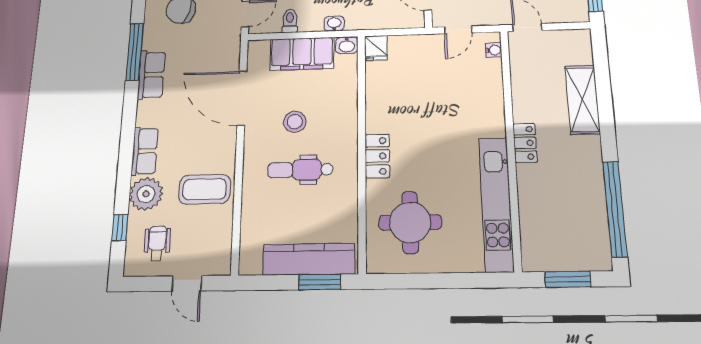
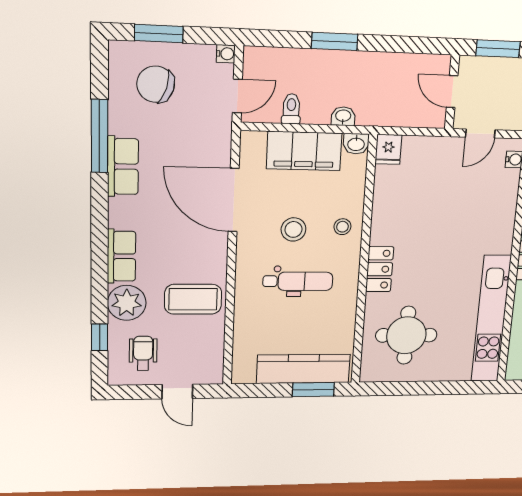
stool: (339, 117) -> (342, 227), added
dental chair: (300, 170) -> (298, 281), turned 180

